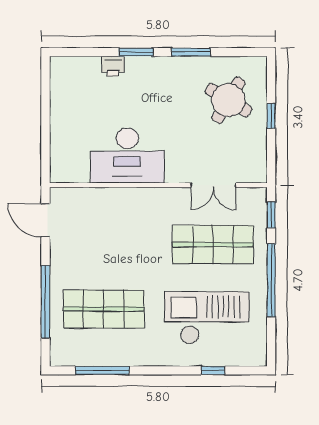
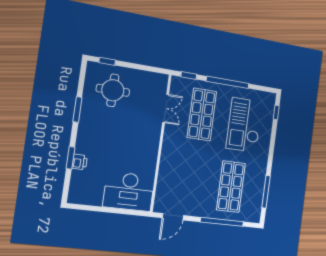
window: (136, 52) -> (70, 158), moved
round table: (228, 100) -> (113, 90), turned -31
window: (271, 116) -> (107, 61), moved
desk: (127, 155) -> (129, 191), moved, turned 90
window: (213, 370) -> (276, 112), moved

